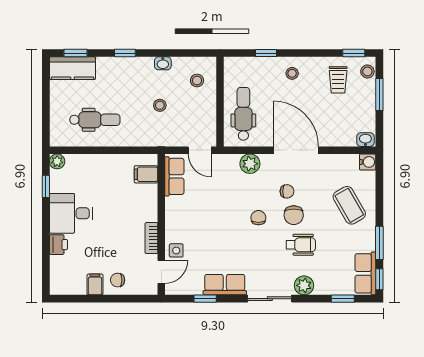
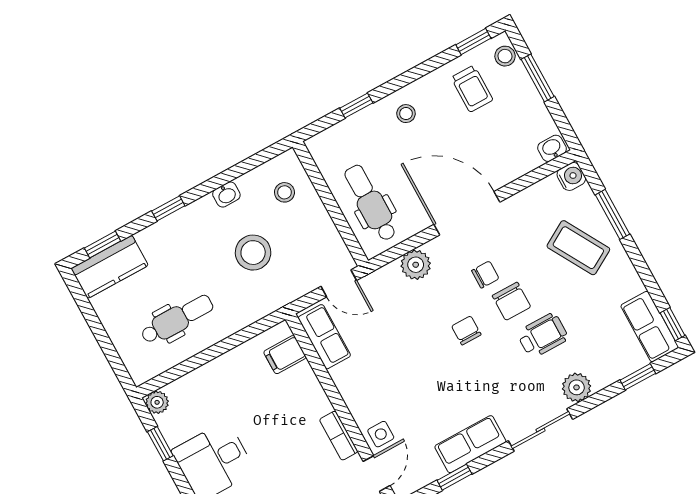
stool: (160, 105) -> (253, 253), width x1.89, depth x1.89
window: (379, 243) -> (612, 214), moved

